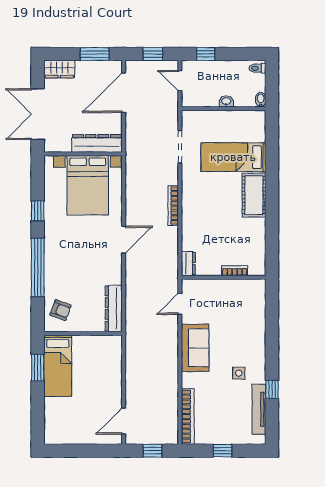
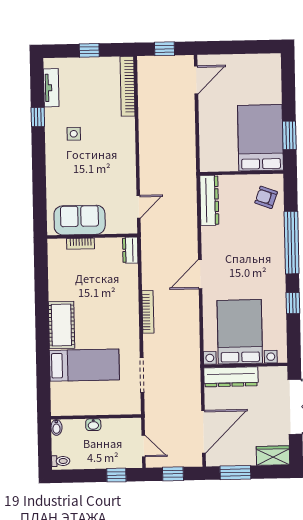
sofa: (195, 348) -> (80, 220), moved, turned 90
bed: (58, 366) -> (260, 138), width x1.50
tv unit: (259, 409) -> (51, 88), width x0.71

